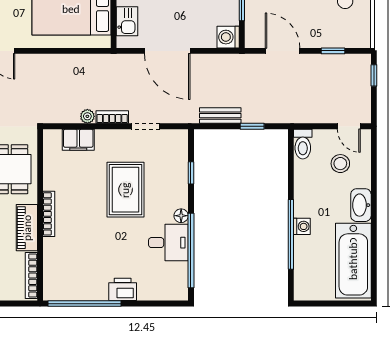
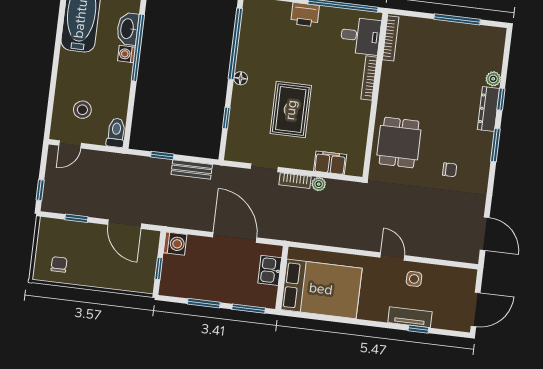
door: (349, 126) -> (70, 144), swing flipped
washbasin: (361, 205) -> (128, 29), moved, turned 180
bookcase: (49, 214) -> (369, 78), moved
piano: (27, 228) -> (389, 85), removed
desk: (168, 243) -> (361, 36), moved, turned 180

